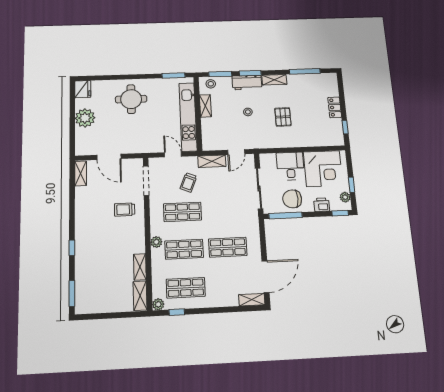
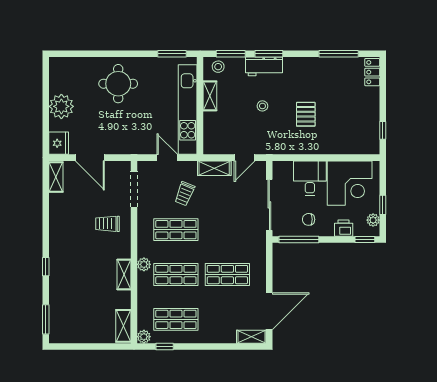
shelving: (274, 80) -> (299, 64), removed
fridge: (83, 89) -> (59, 143), moved
locker: (335, 107) -> (372, 72), moved
chair: (292, 199) -> (309, 219), width x0.54, depth x0.54
shelving: (140, 267) -> (124, 274), moved

